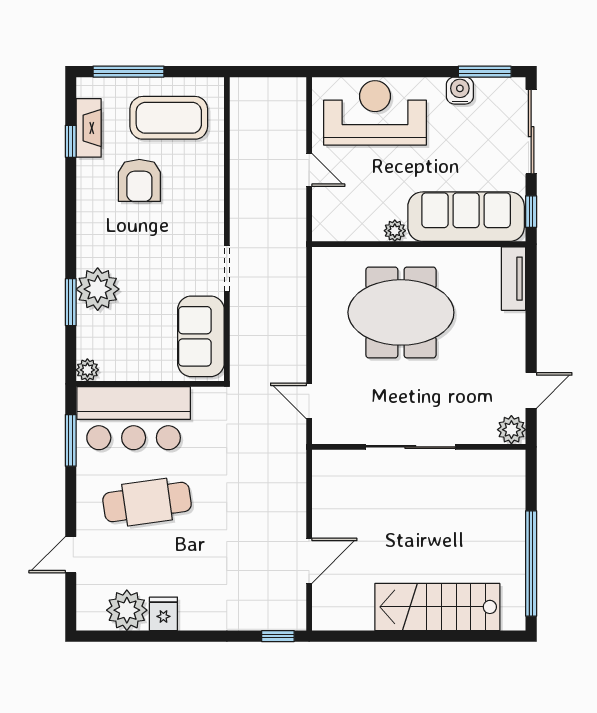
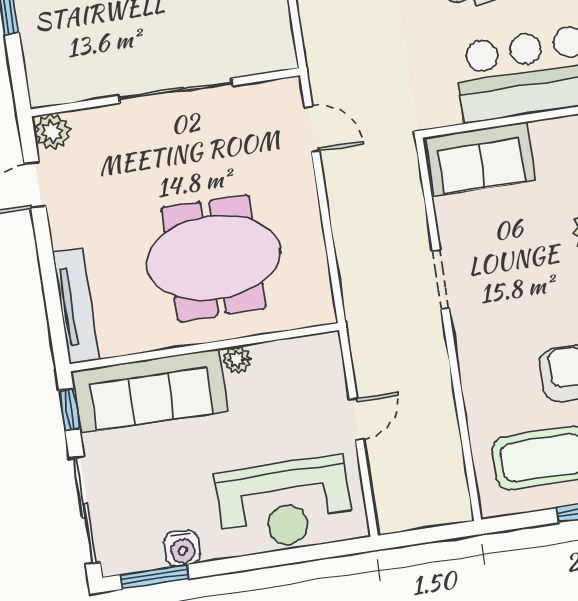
door: (309, 170) -> (356, 419), swing flipped
tv unit: (514, 279) -> (76, 306), width x1.41
sofa: (201, 336) -> (480, 159), moved, turned 90

